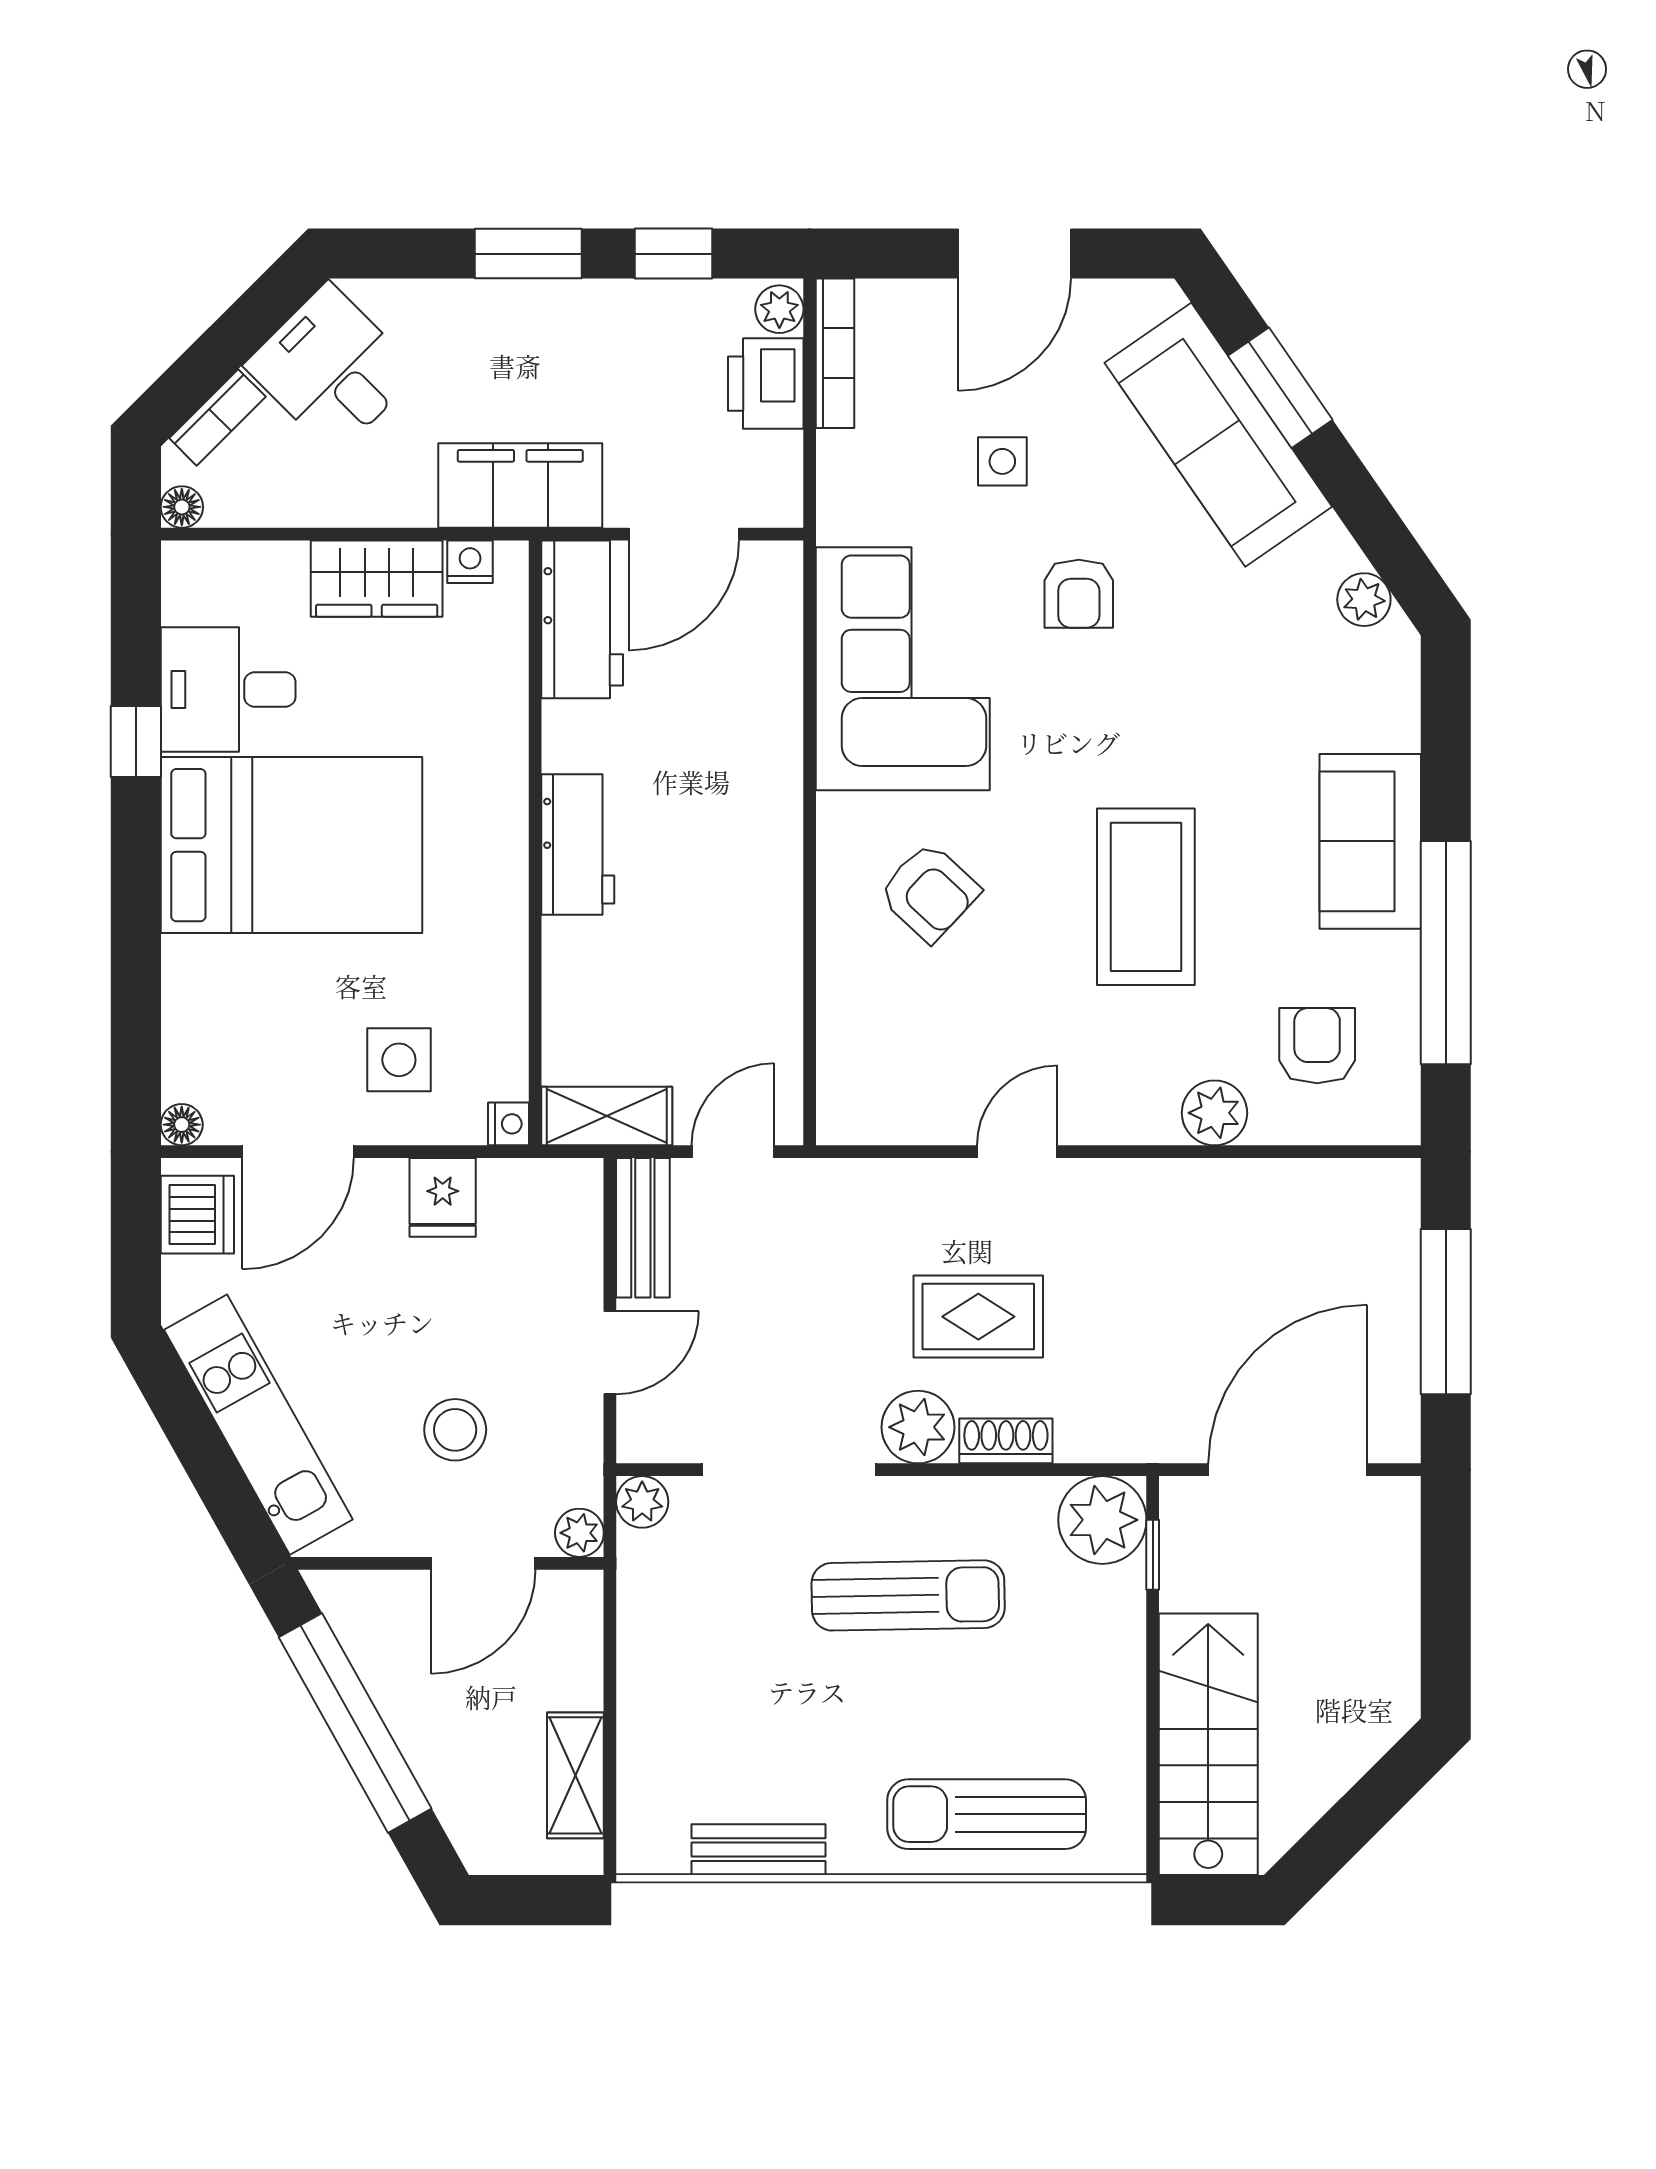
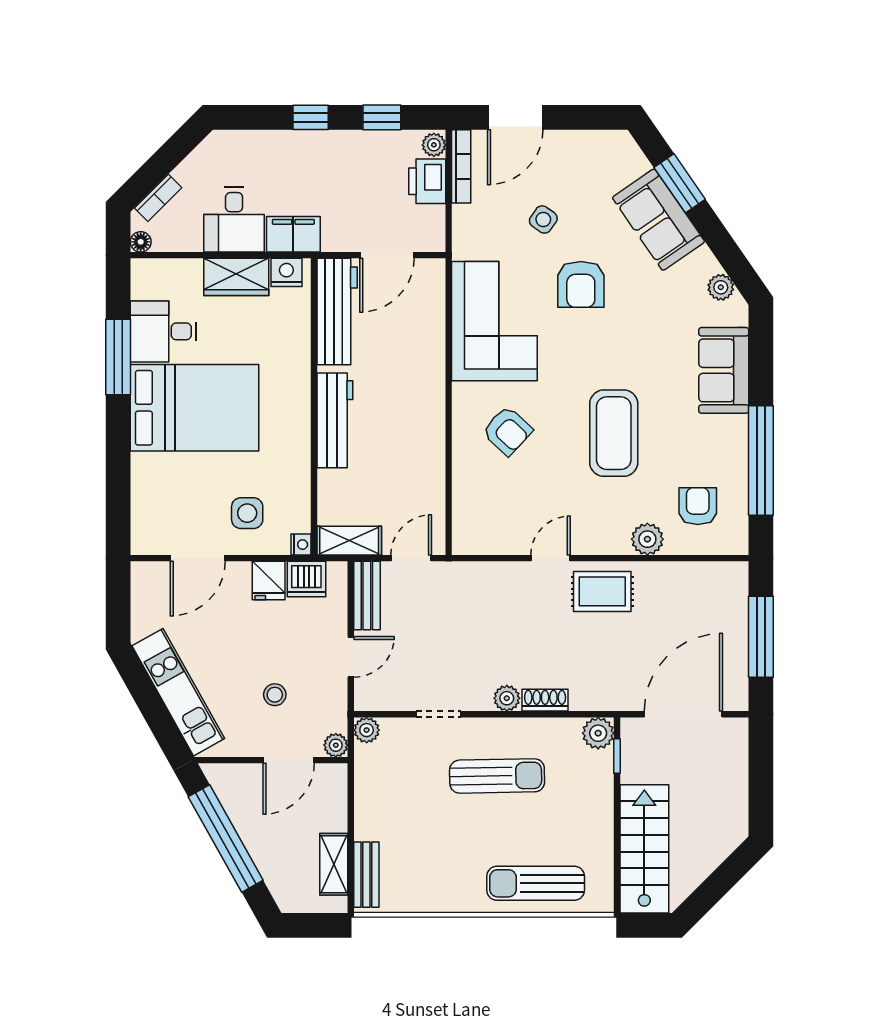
window: (528, 254) -> (311, 117), width x0.67
door: (1015, 254) -> (515, 117), moved
desk: (332, 369) -> (234, 220), moved, turned -135
sofa: (1218, 435) -> (658, 220), width x0.73
side table: (1002, 461) -> (543, 219), turned 35
filing cabinet: (520, 486) -> (293, 234), width x0.67, depth x0.86
nightstand: (470, 562) -> (286, 272), width x1.39, depth x1.35
armchair: (1079, 594) -> (581, 284), width x1.38, depth x1.38
workbench: (582, 619) -> (337, 312), width x1.38
window: (136, 742) -> (118, 357), width x2.17
sofa: (1370, 841) -> (724, 370), moved
workbench: (578, 844) -> (335, 420), width x1.38
floor lamp: (182, 1125) -> (141, 545), removed
dishwasher: (197, 1215) -> (306, 579), moved, turned 90
rug: (978, 1317) -> (602, 591), moved
plant: (918, 1427) -> (507, 698), width x0.73, depth x0.73
stool: (455, 1430) -> (275, 695), width x0.73, depth x0.73
doorway: (789, 1470) -> (438, 714), width x0.53
plant: (1102, 1520) -> (598, 733), width x0.73, depth x0.73
bench: (758, 1850) -> (366, 875), moved, turned 90

